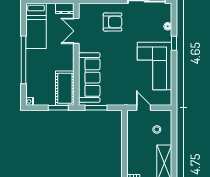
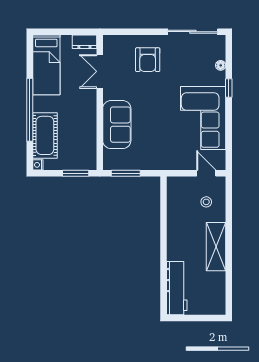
armchair: (113, 22) -> (148, 60), turned 90
sofa: (89, 78) -> (117, 125), width x0.73
cot: (65, 88) -> (45, 135), moved
door: (144, 108) -> (206, 173), moved

